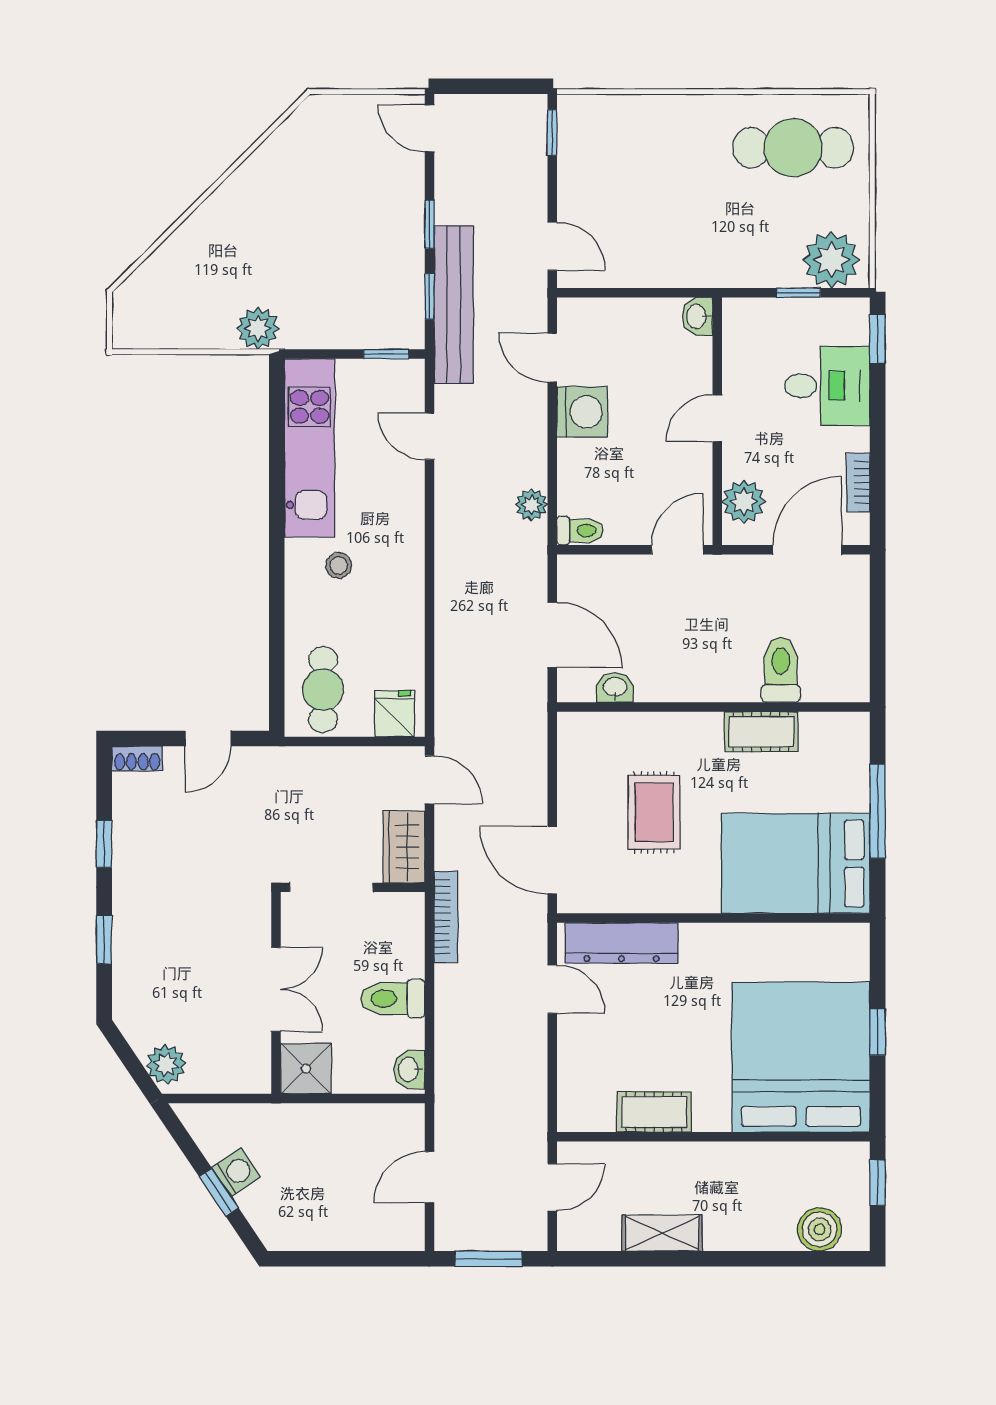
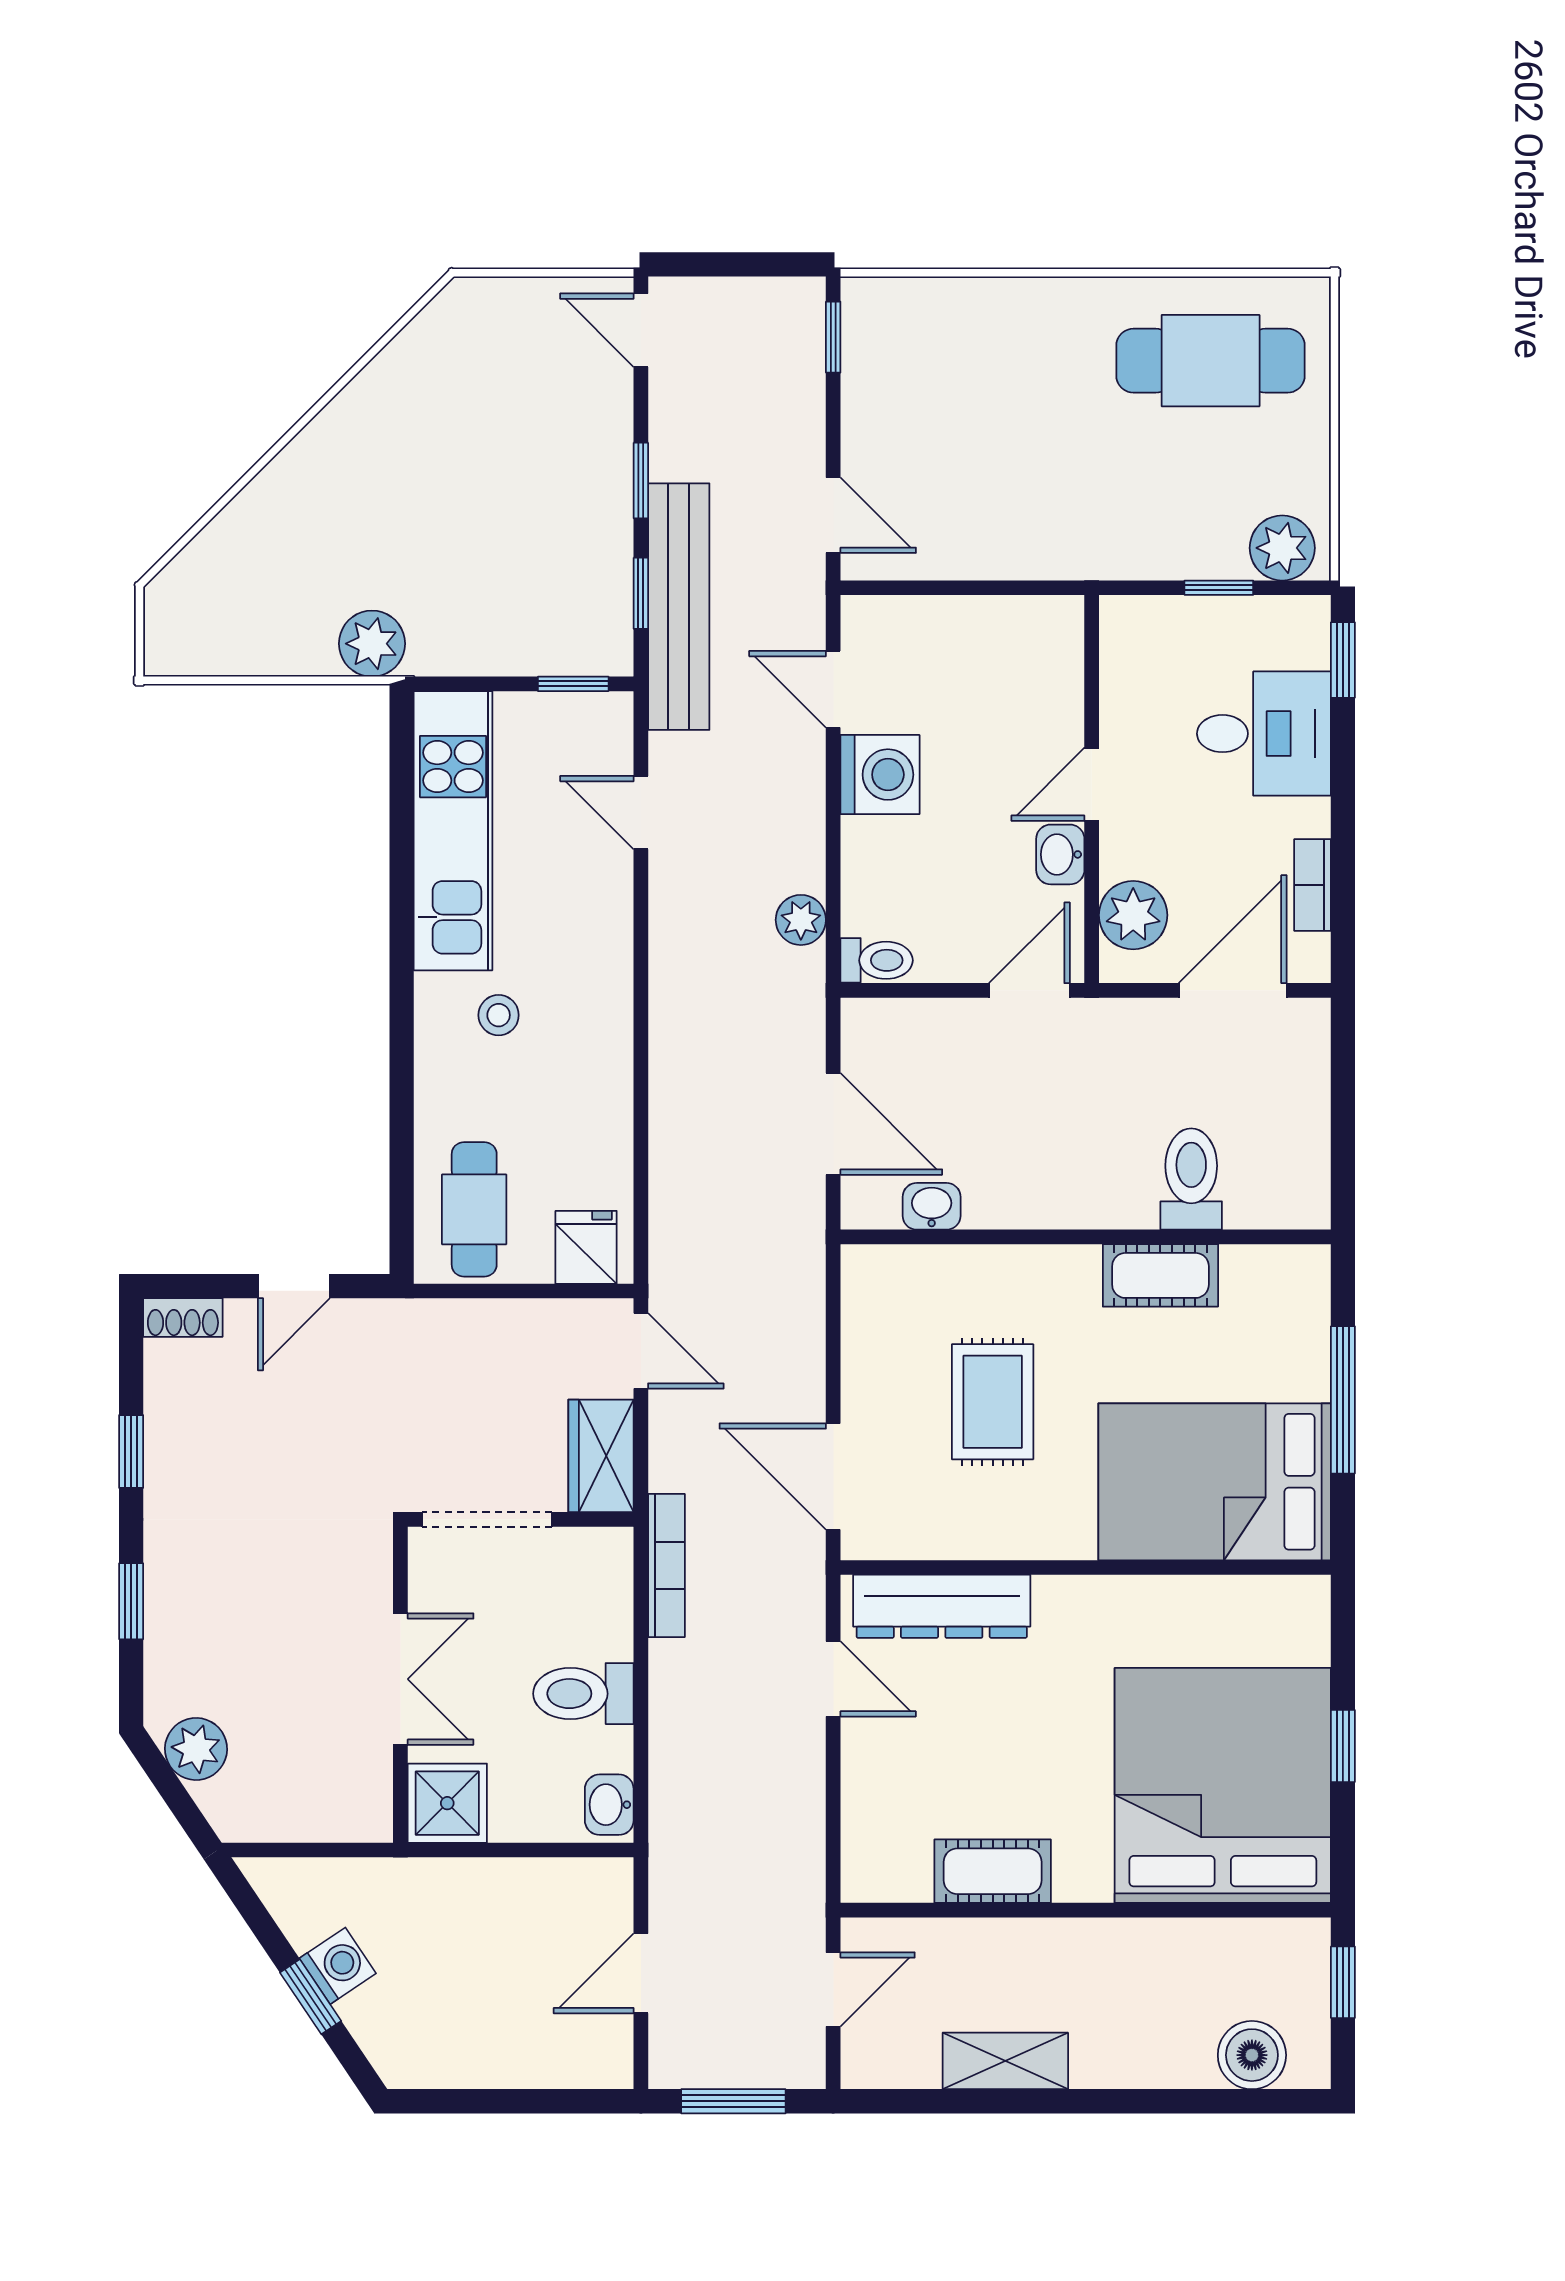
plant: (831, 260) -> (1282, 548), width x0.73, depth x0.73
washbasin: (697, 316) -> (1060, 854), moved
plant: (166, 1064) -> (196, 1749), moved

